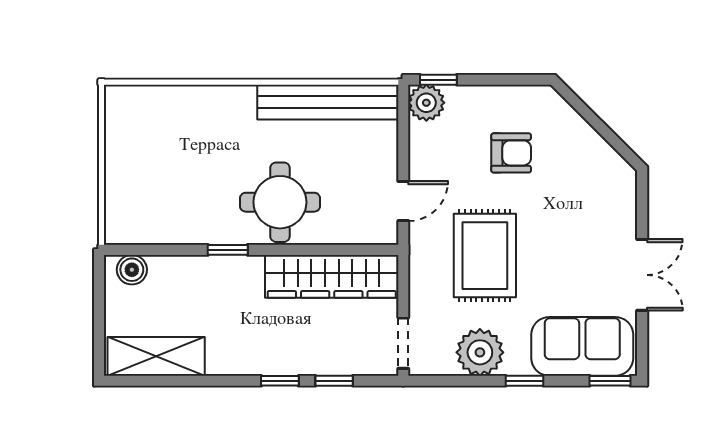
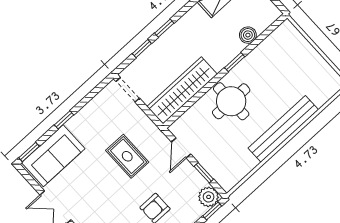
bench: (328, 102) -> (283, 129), moved
window: (403, 141) -> (204, 173), added
rug: (485, 256) -> (127, 156), width x0.73, depth x0.70
boiler: (132, 270) -> (248, 35), moved
plant: (480, 352) -> (93, 115), removed

